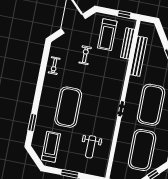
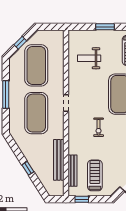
exercise bike: (85, 55) -> (99, 127), moved
weight bench: (91, 147) -> (89, 58), turned -90

